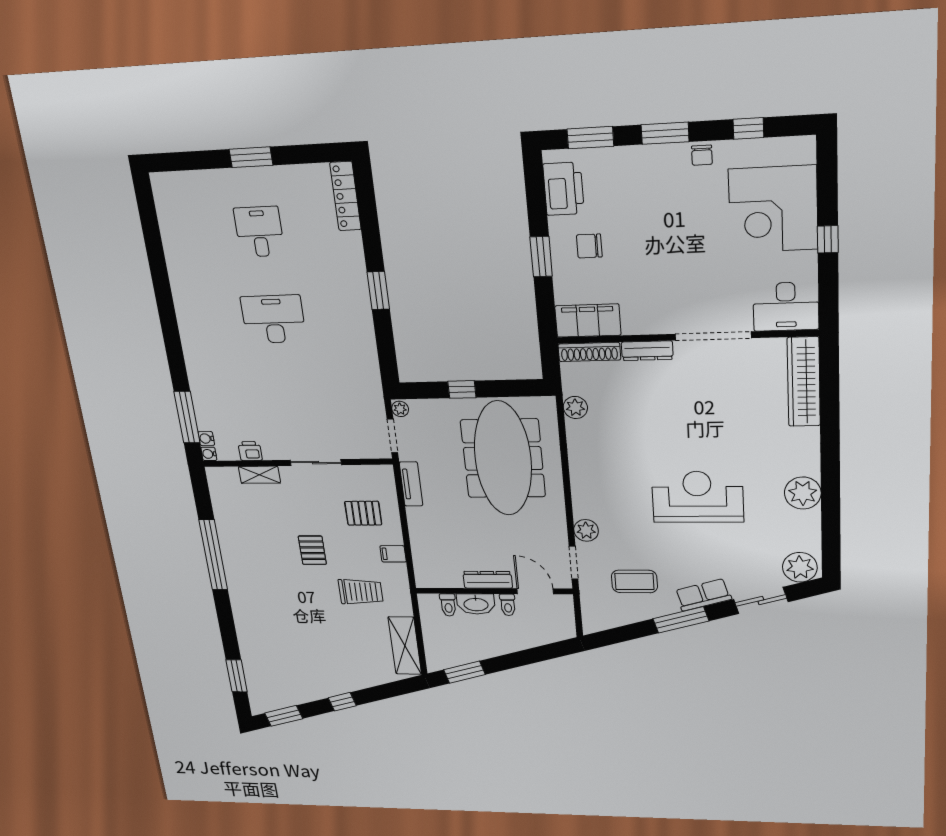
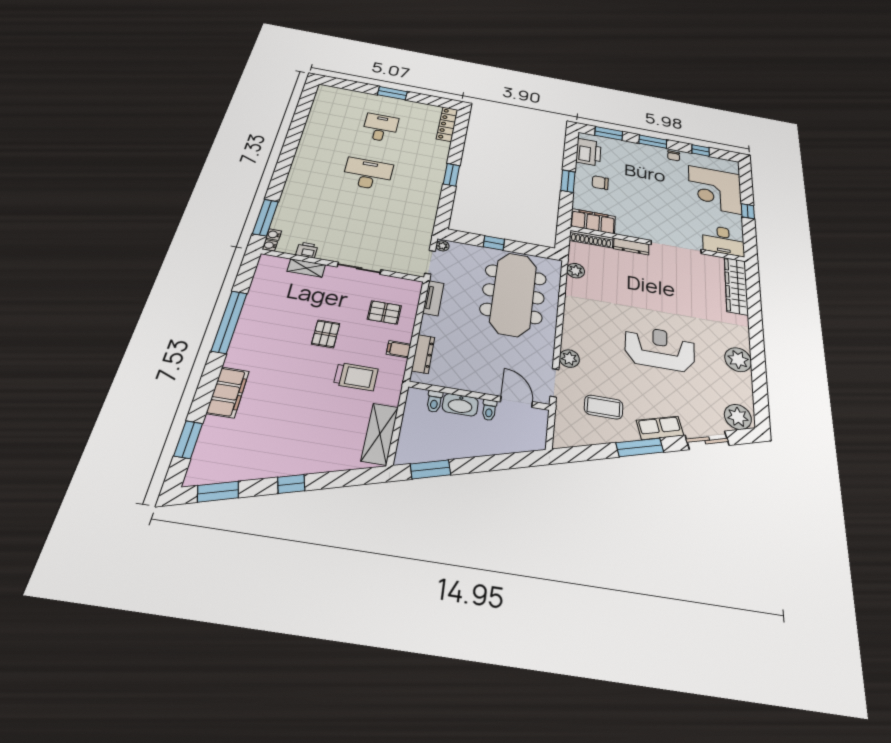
dresser: (488, 580) -> (423, 354), moved, turned 90
filing cabinet: (248, 628) -> (228, 392), added

